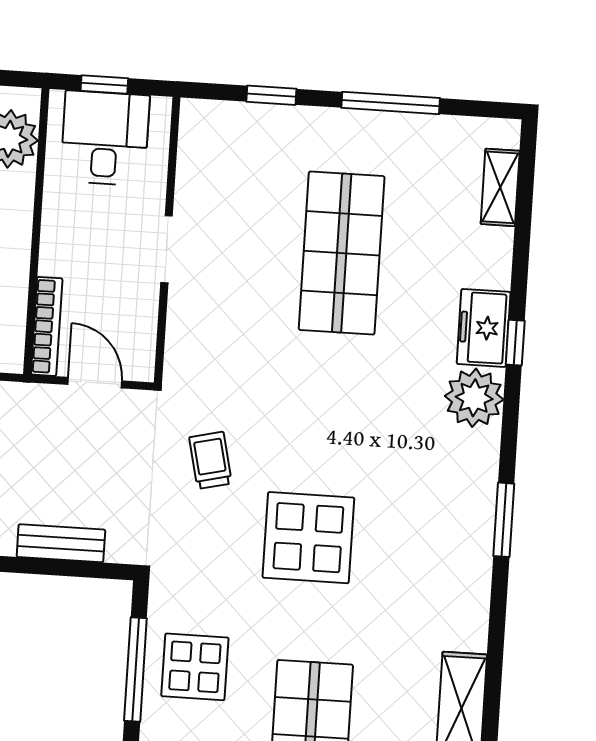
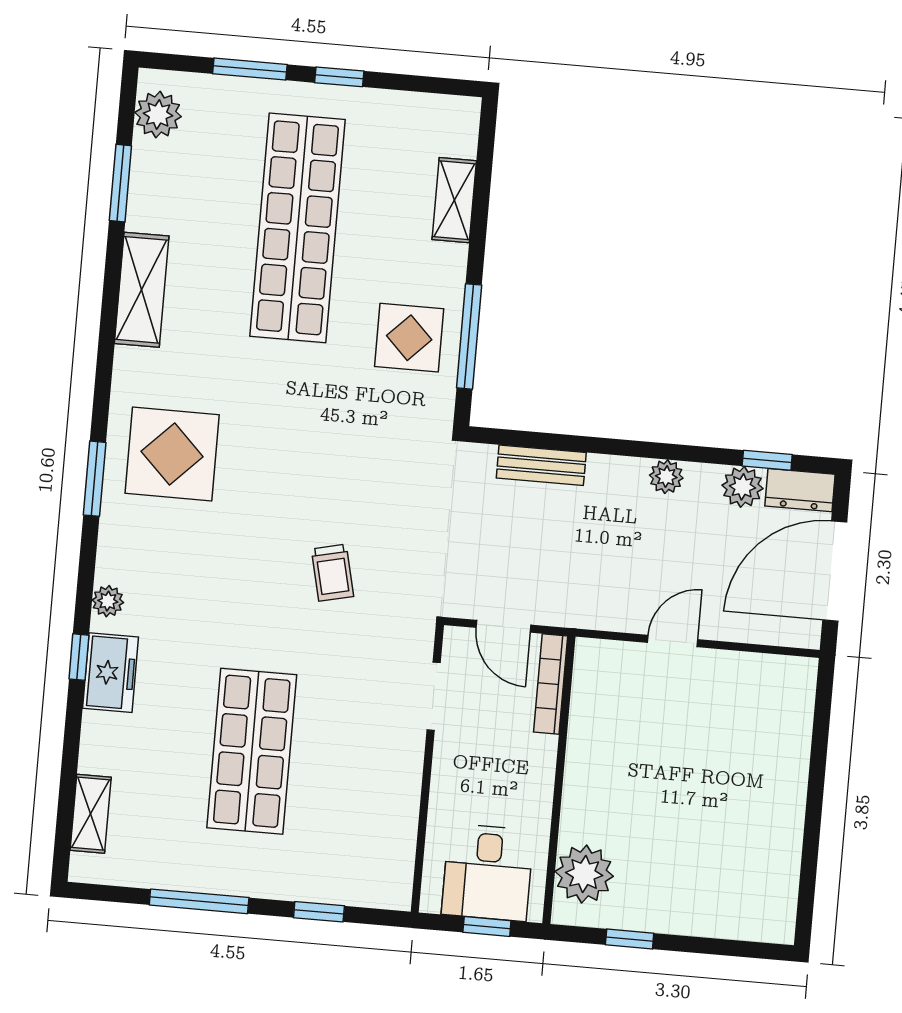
doorway: (167, 249) -> (434, 696), moved
plant: (474, 398) -> (108, 601), width x0.53, depth x0.53
trolley: (210, 460) -> (332, 573), moved
display table: (308, 538) -> (172, 454), moved

